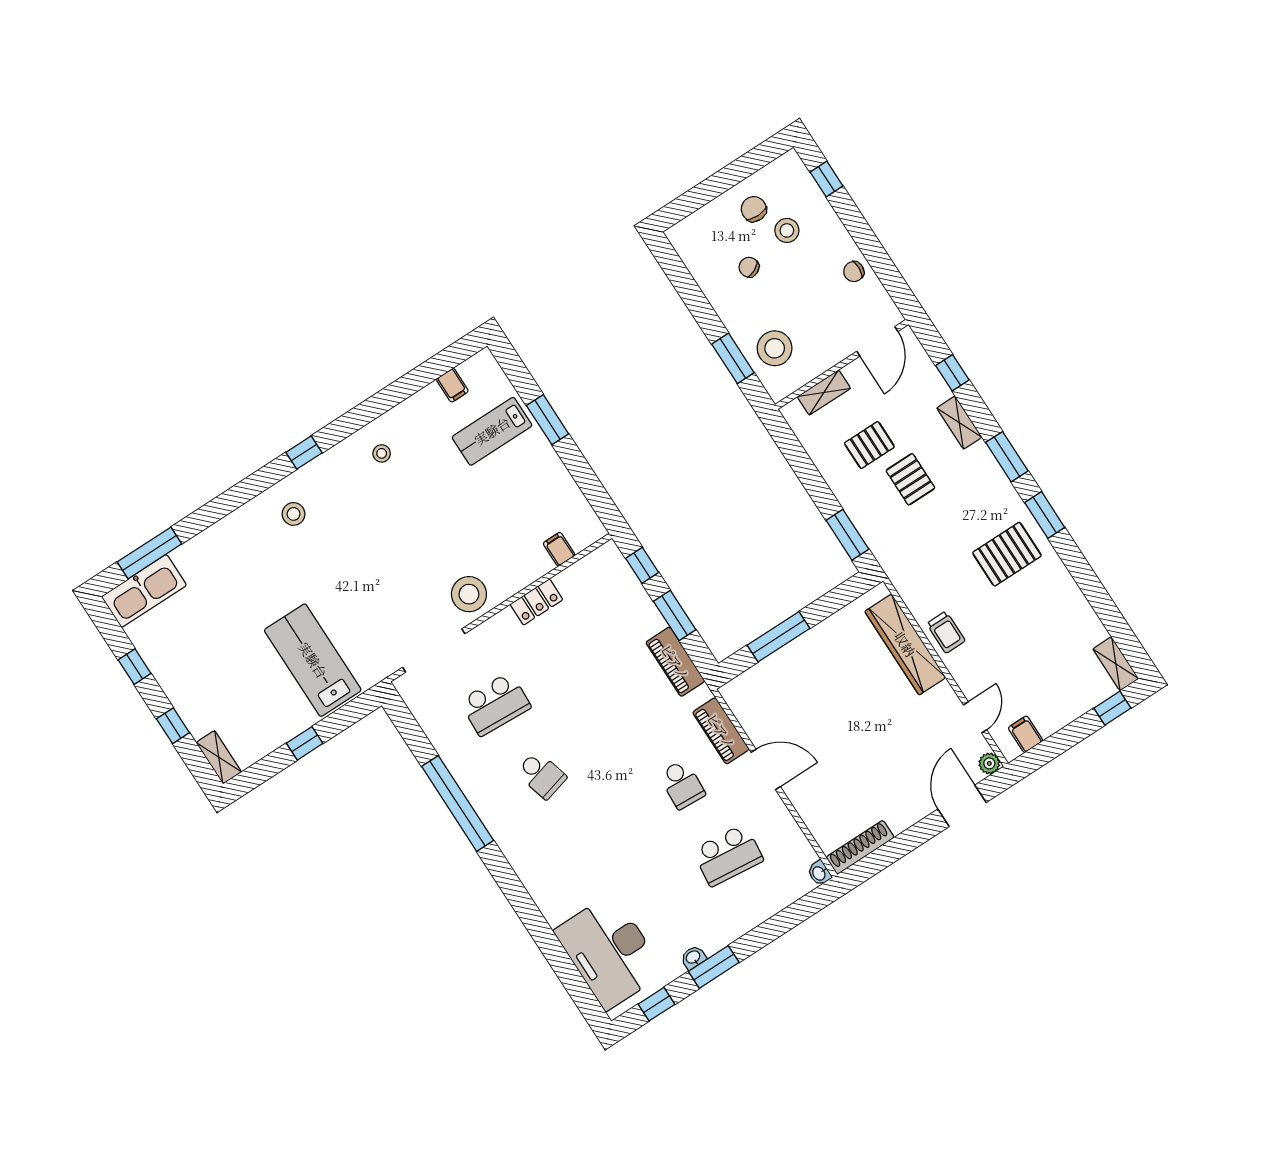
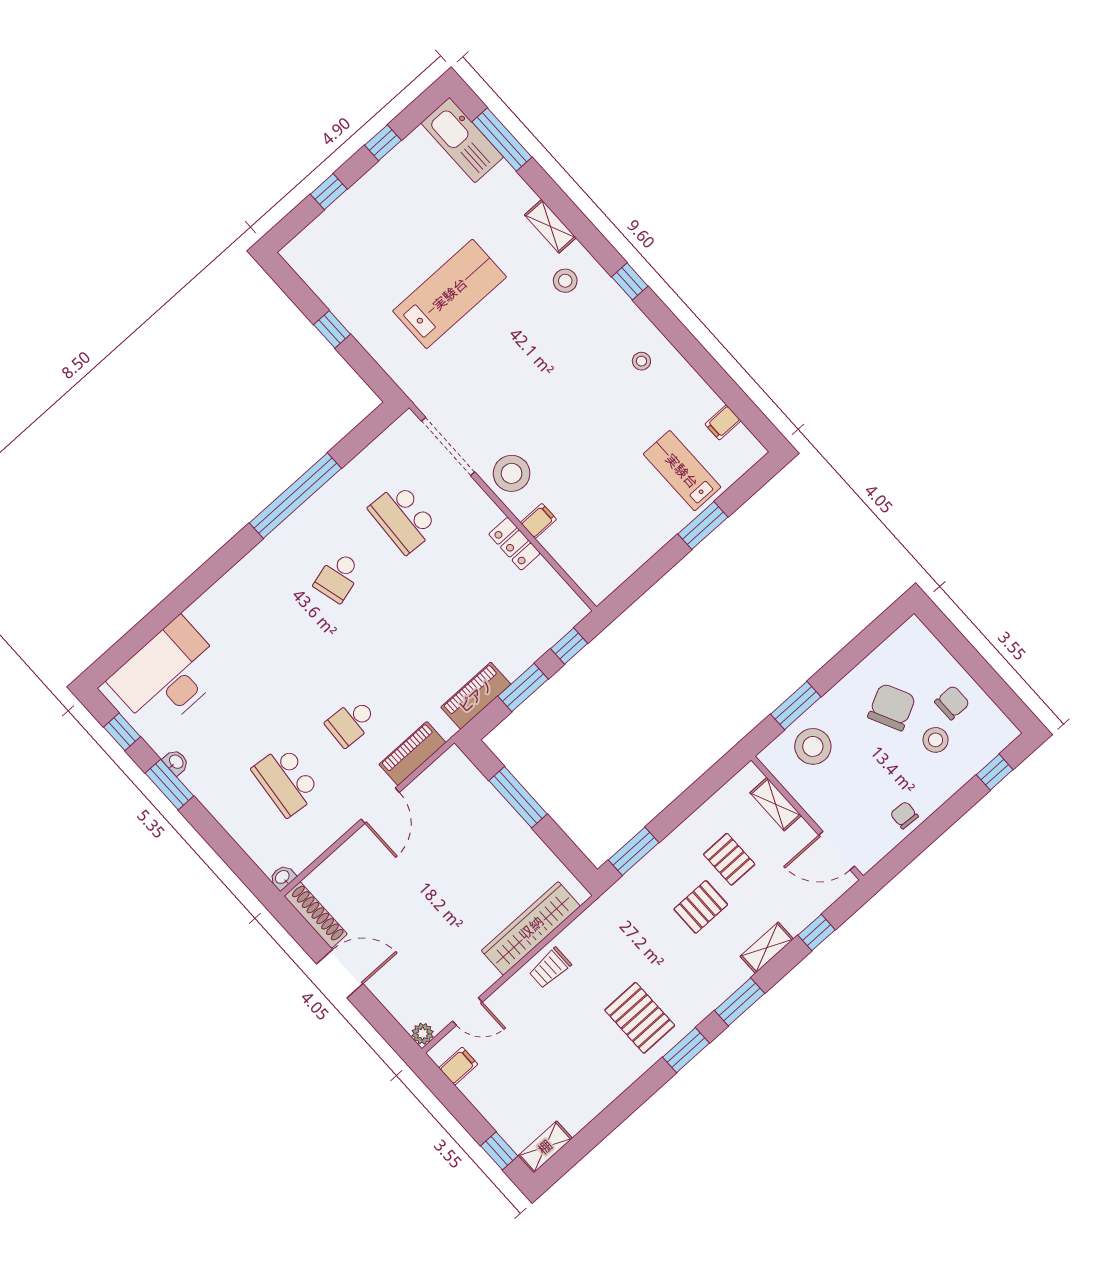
chair: (749, 267) -> (892, 707), width x1.87, depth x1.87
filing cabinet: (559, 549) -> (538, 521), moved
lab bench: (313, 660) -> (450, 294), moved
shelving: (219, 757) -> (550, 226), moved, turned 90
door: (962, 806) -> (340, 974), moved

